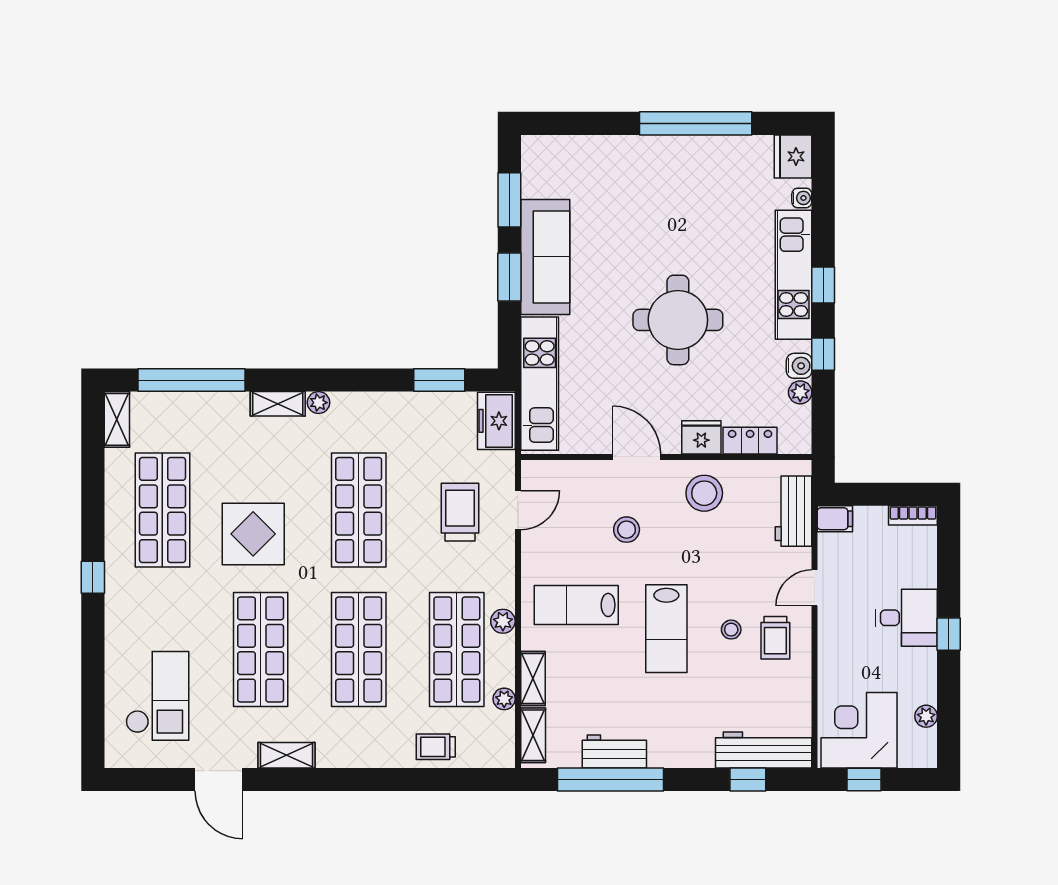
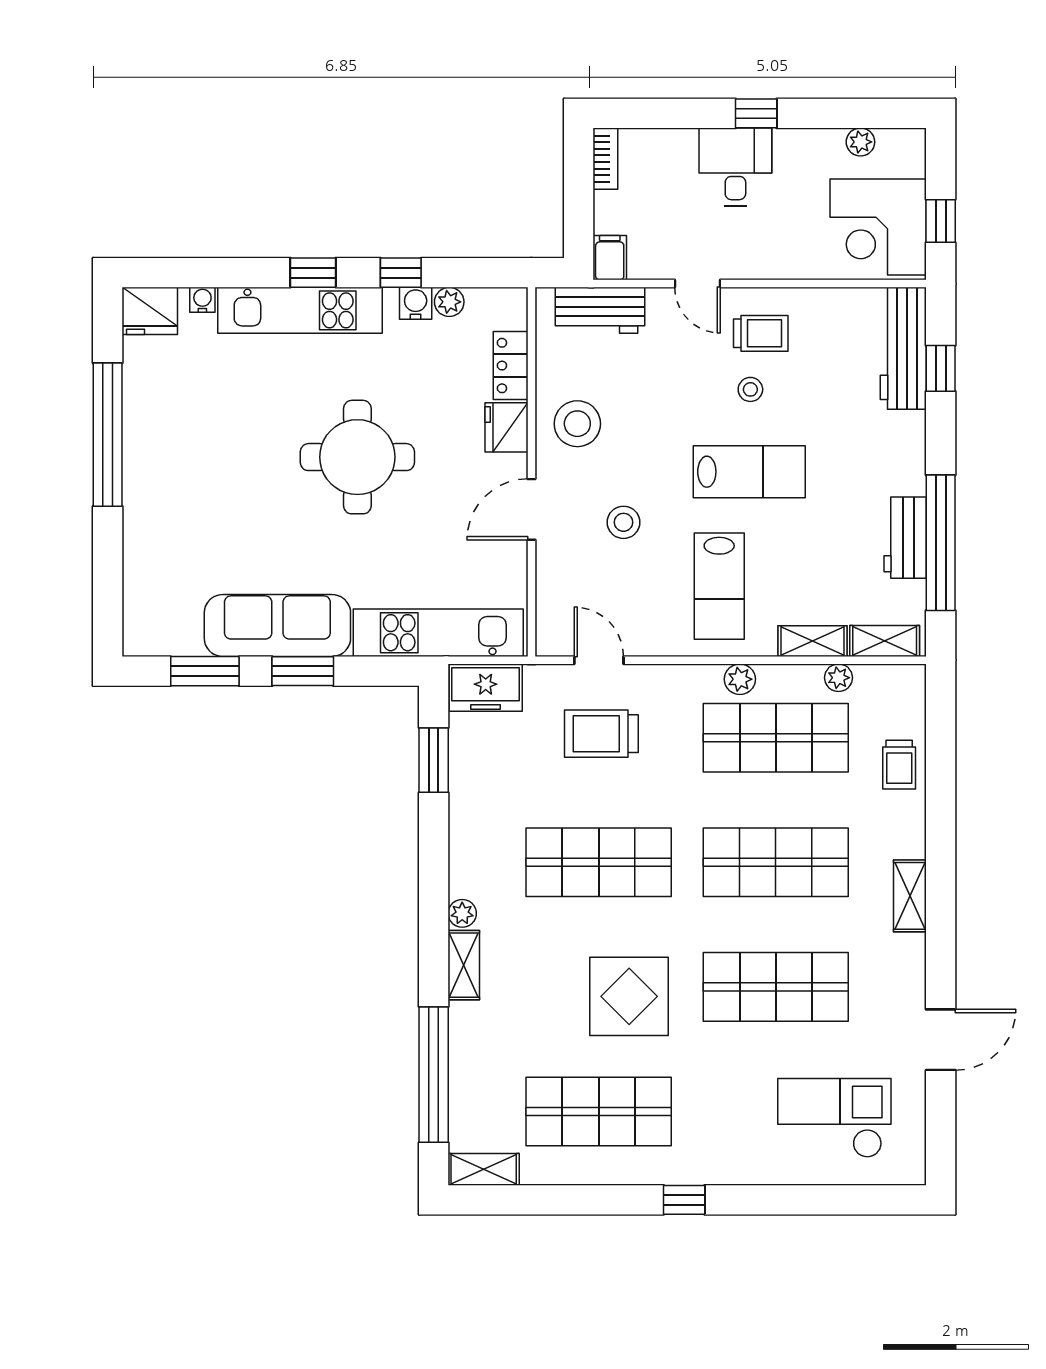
shelving: (286, 755) -> (910, 896), moved

